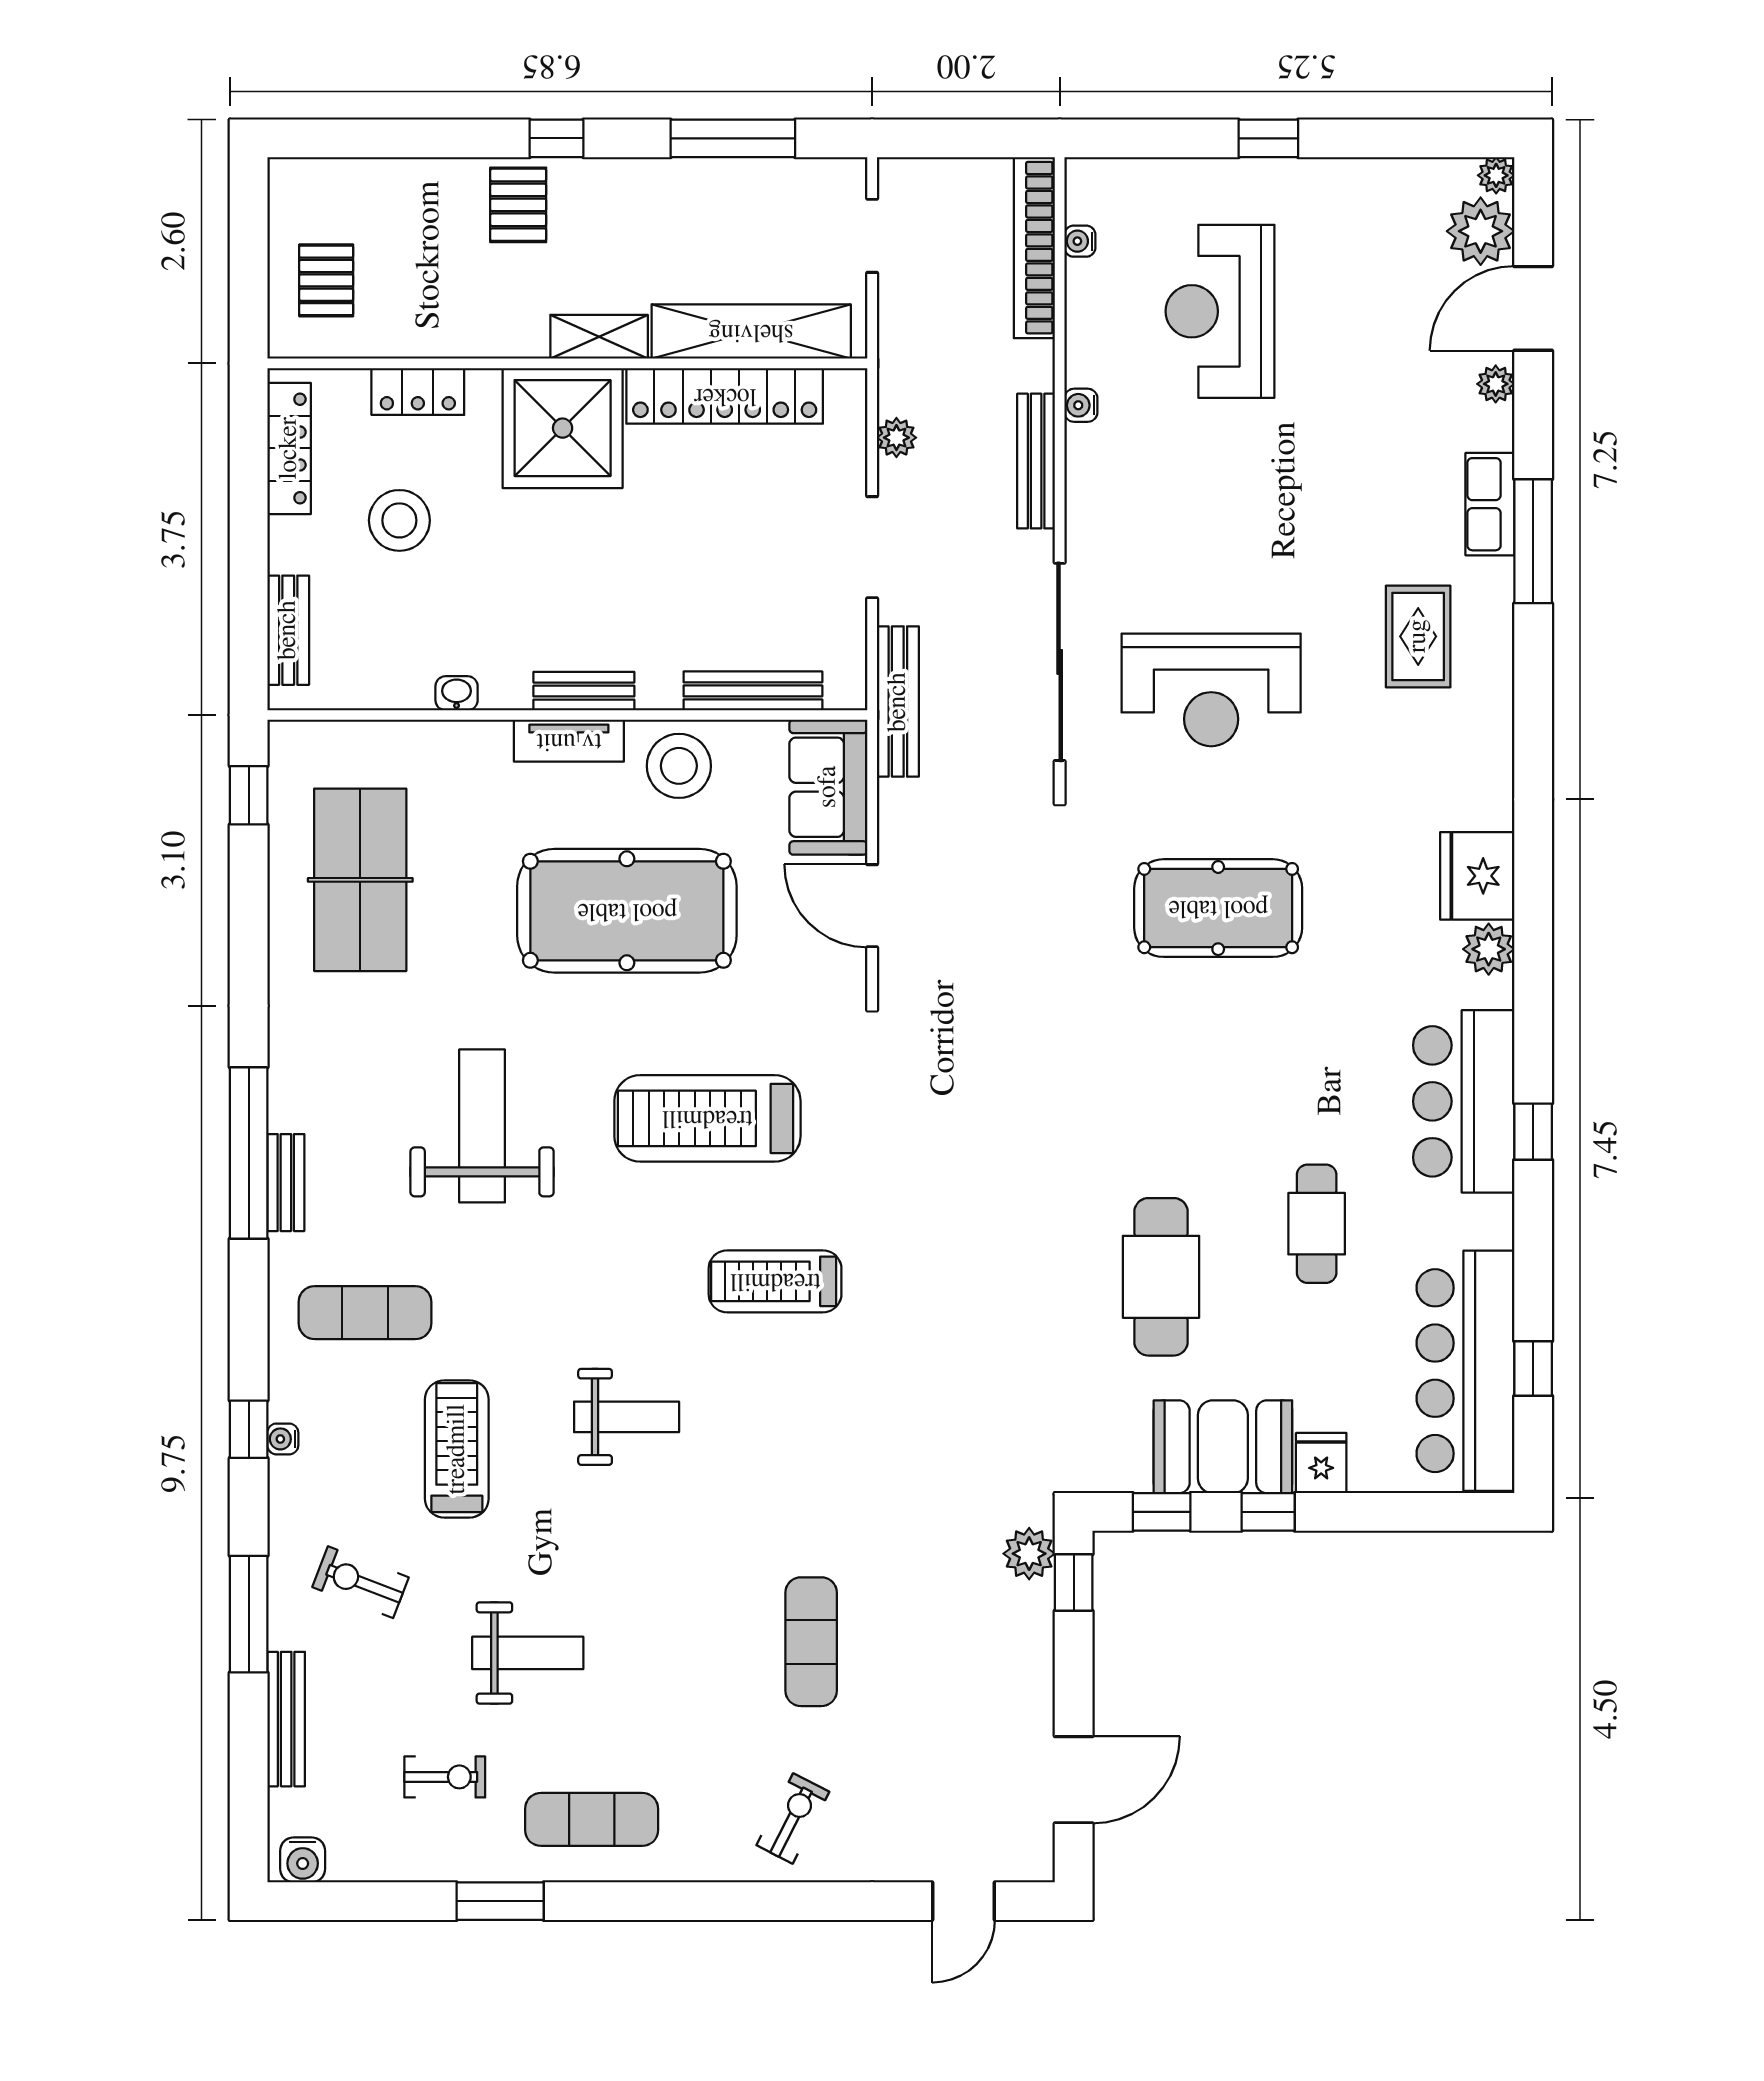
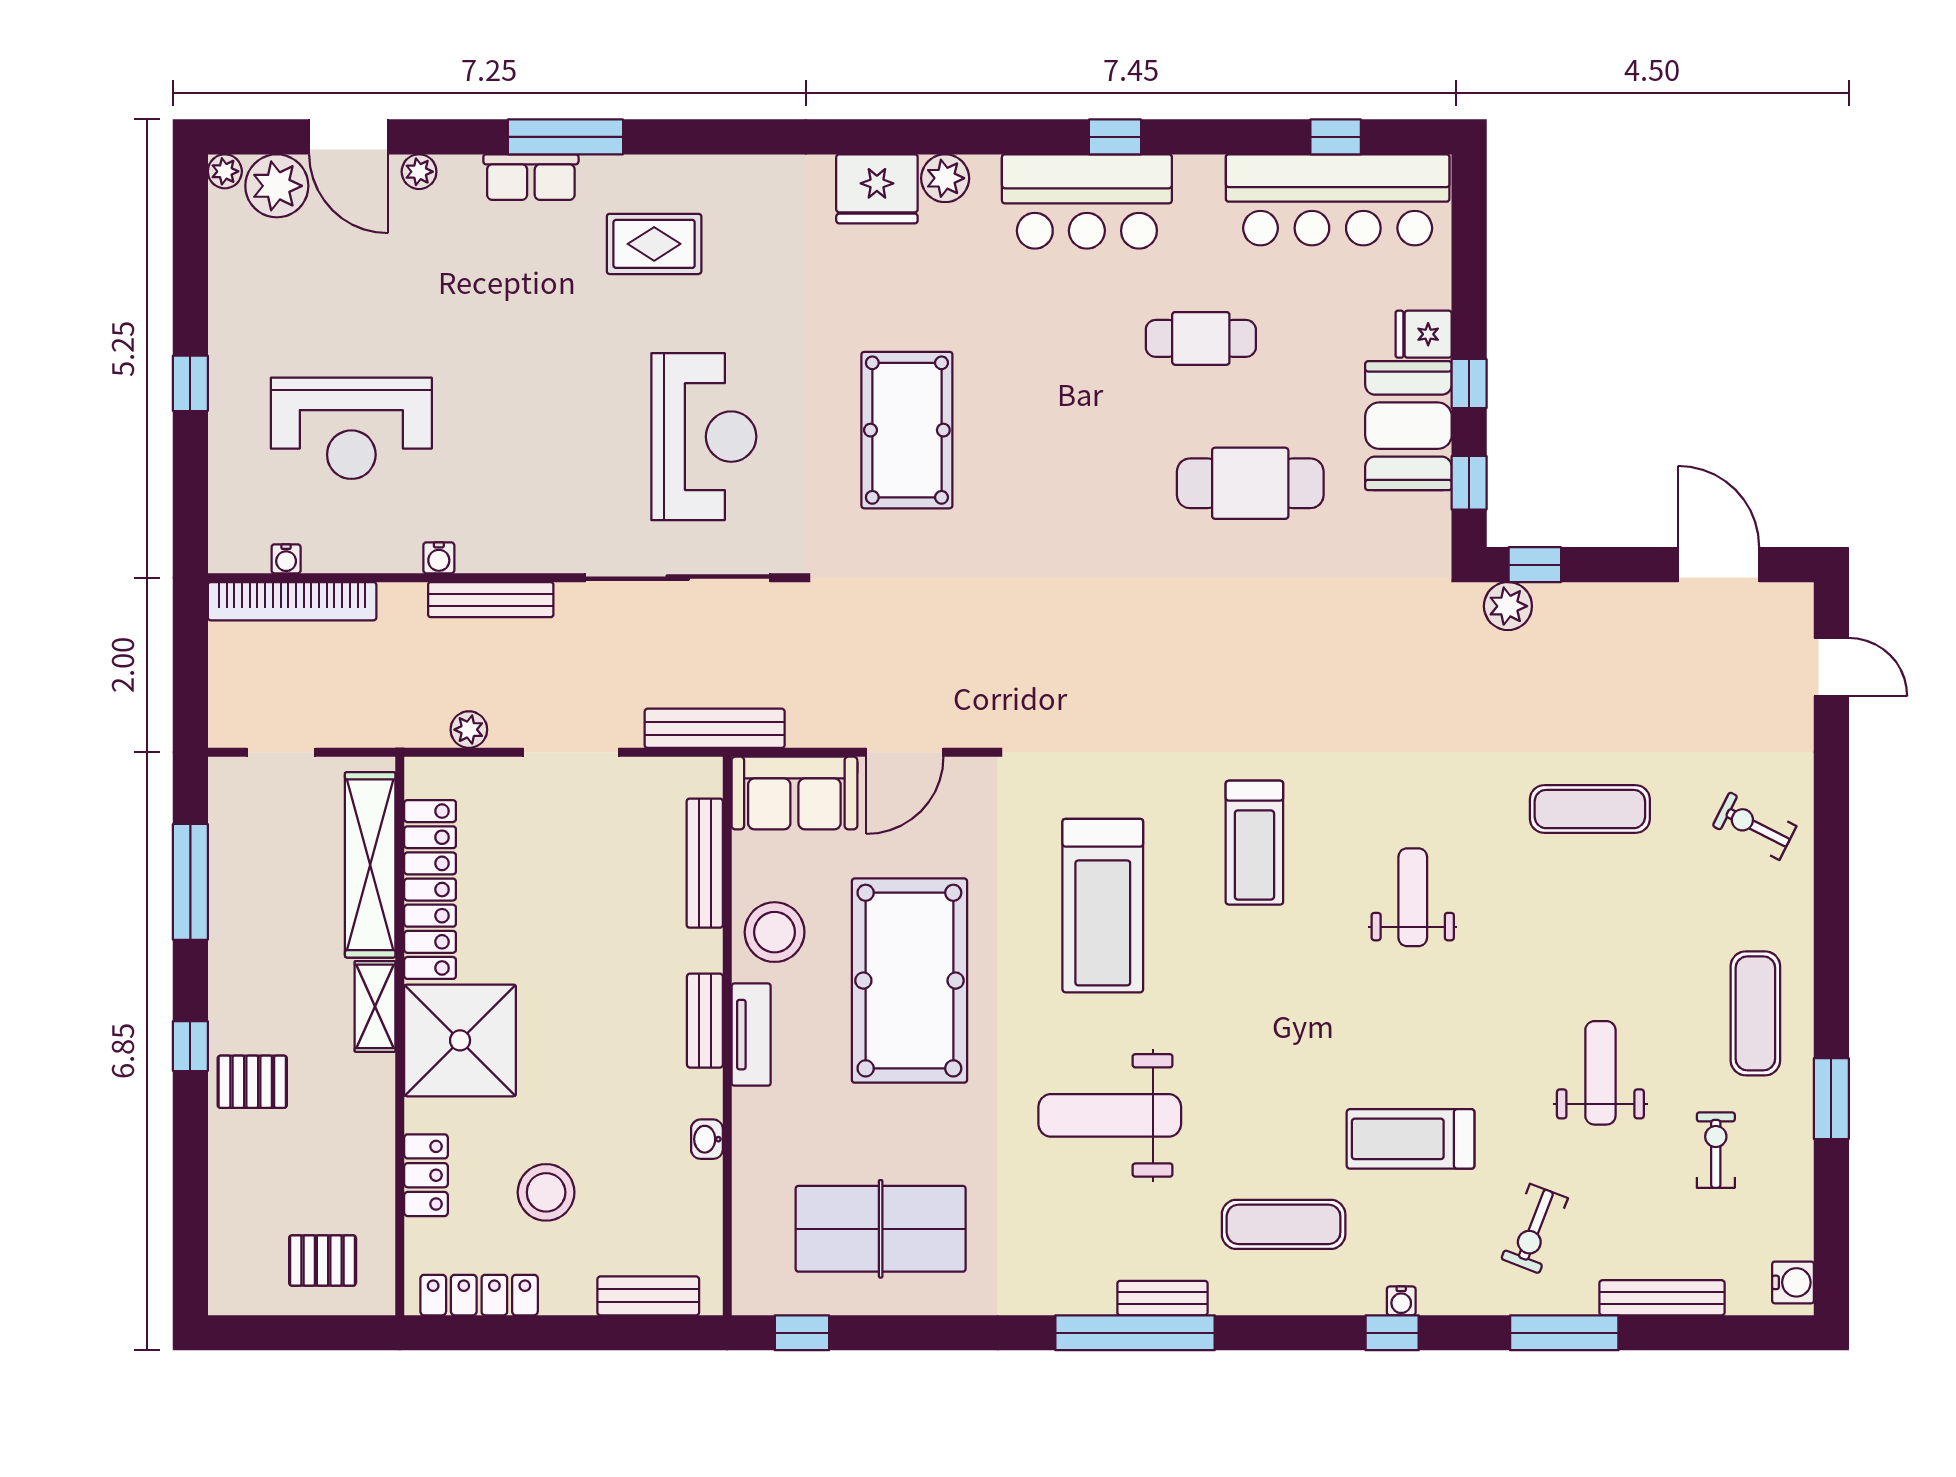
exercise mat: (365, 1313) -> (1284, 1224), turned 90
weight bench: (627, 1417) -> (1413, 897), moved

